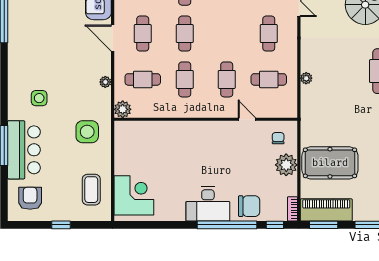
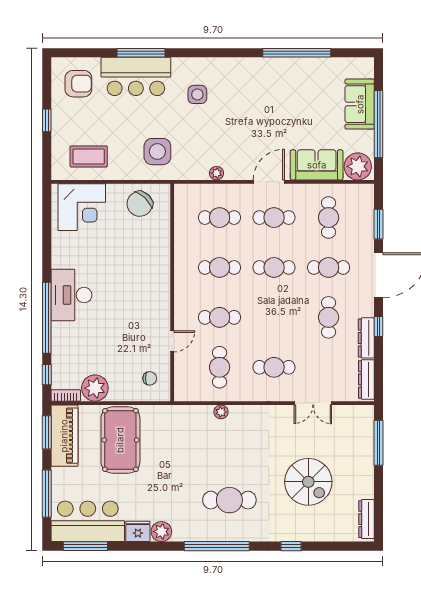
cafe table: (143, 79) -> (220, 218), turned 90
plant: (123, 109) -> (184, 194), removed
plant: (286, 165) -> (95, 388), moved
chair: (249, 206) -> (140, 204), moved, turned 44

